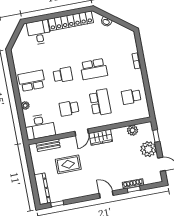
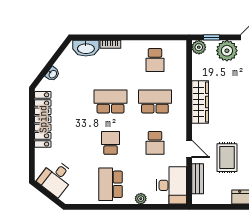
desk: (39, 32) -> (56, 178), moved, turned -52
washbasin: (130, 43) -> (86, 48), added
school desk: (94, 69) -> (111, 101), turned -90
plant: (133, 130) -> (199, 47), moved
door: (82, 132) -> (189, 149), moved
wardrobe: (101, 137) -> (200, 102), width x1.50

